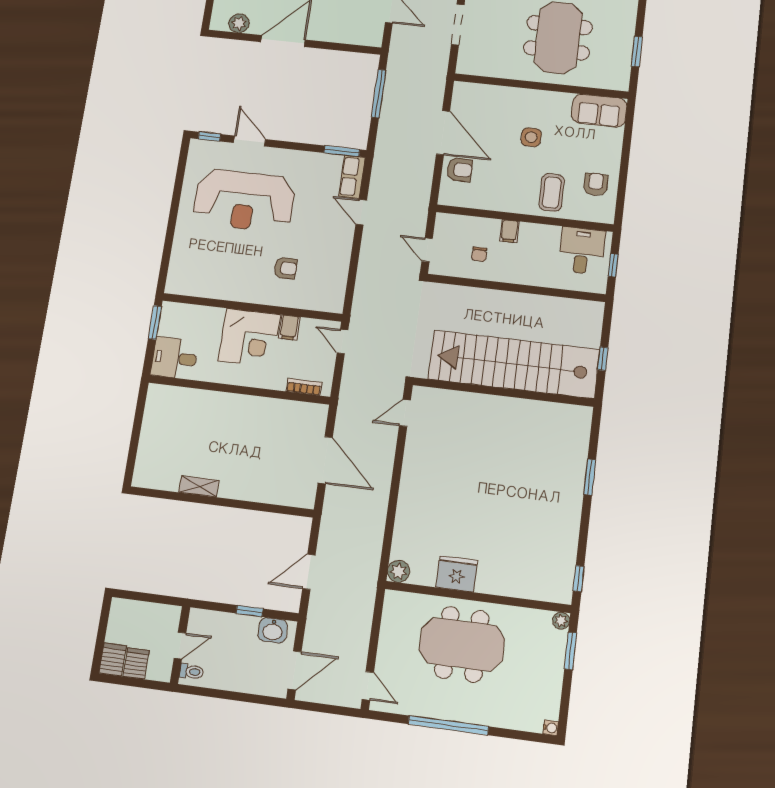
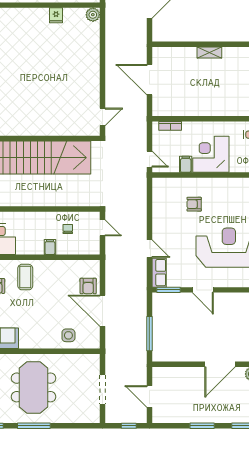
side table: (531, 137) -> (68, 335), moved
door: (250, 141) -> (203, 290), moved
armchair: (460, 170) -> (88, 286), turned -91
shelving: (199, 486) -> (209, 52), moved
fridge: (457, 574) -> (56, 15), width x0.53, depth x0.75

